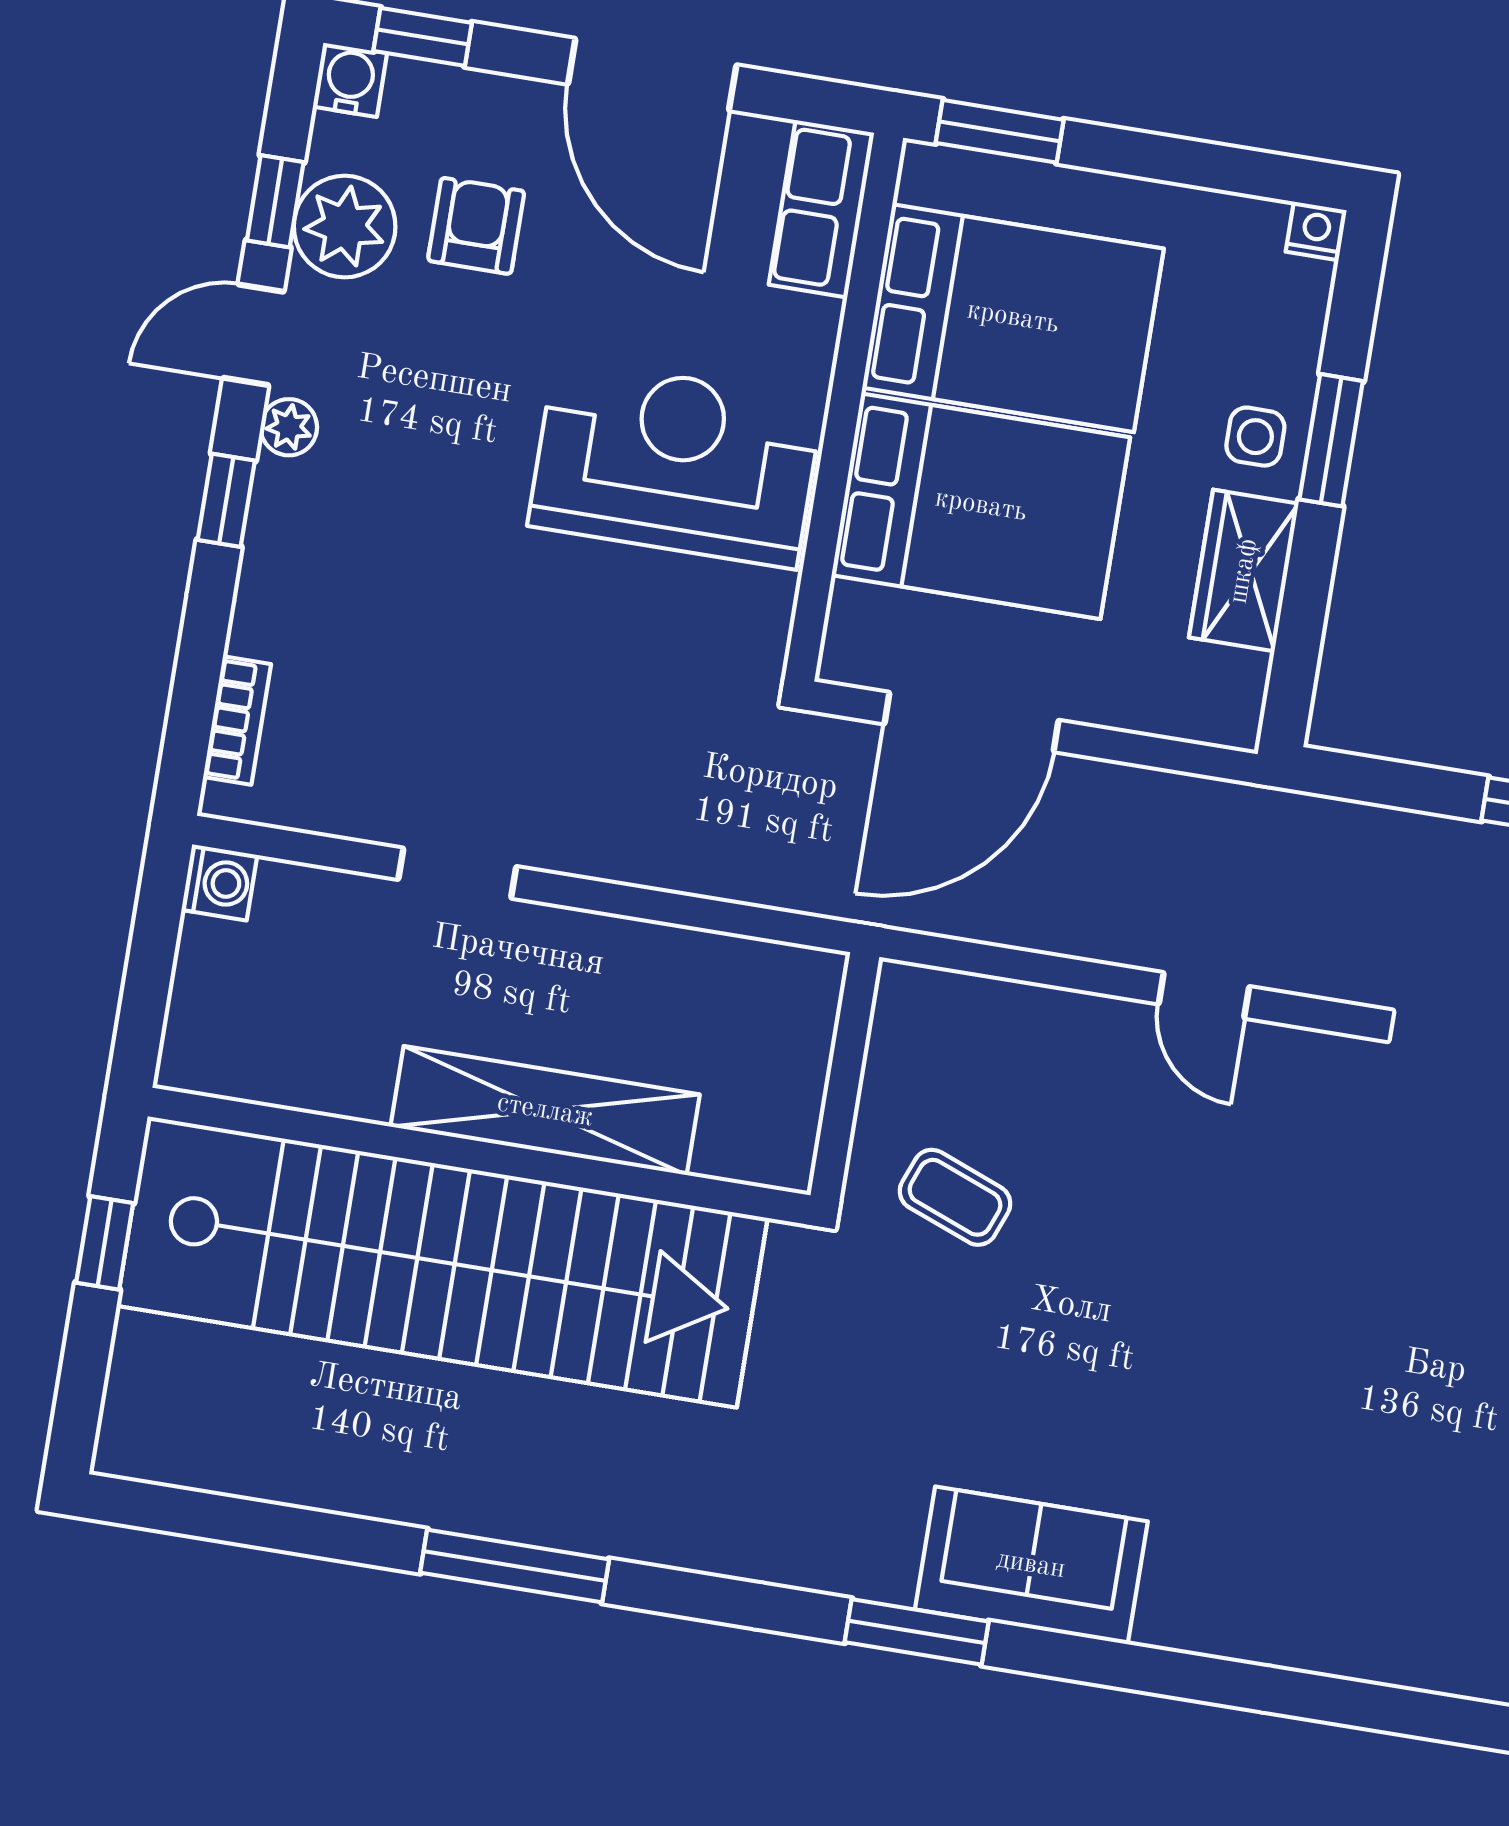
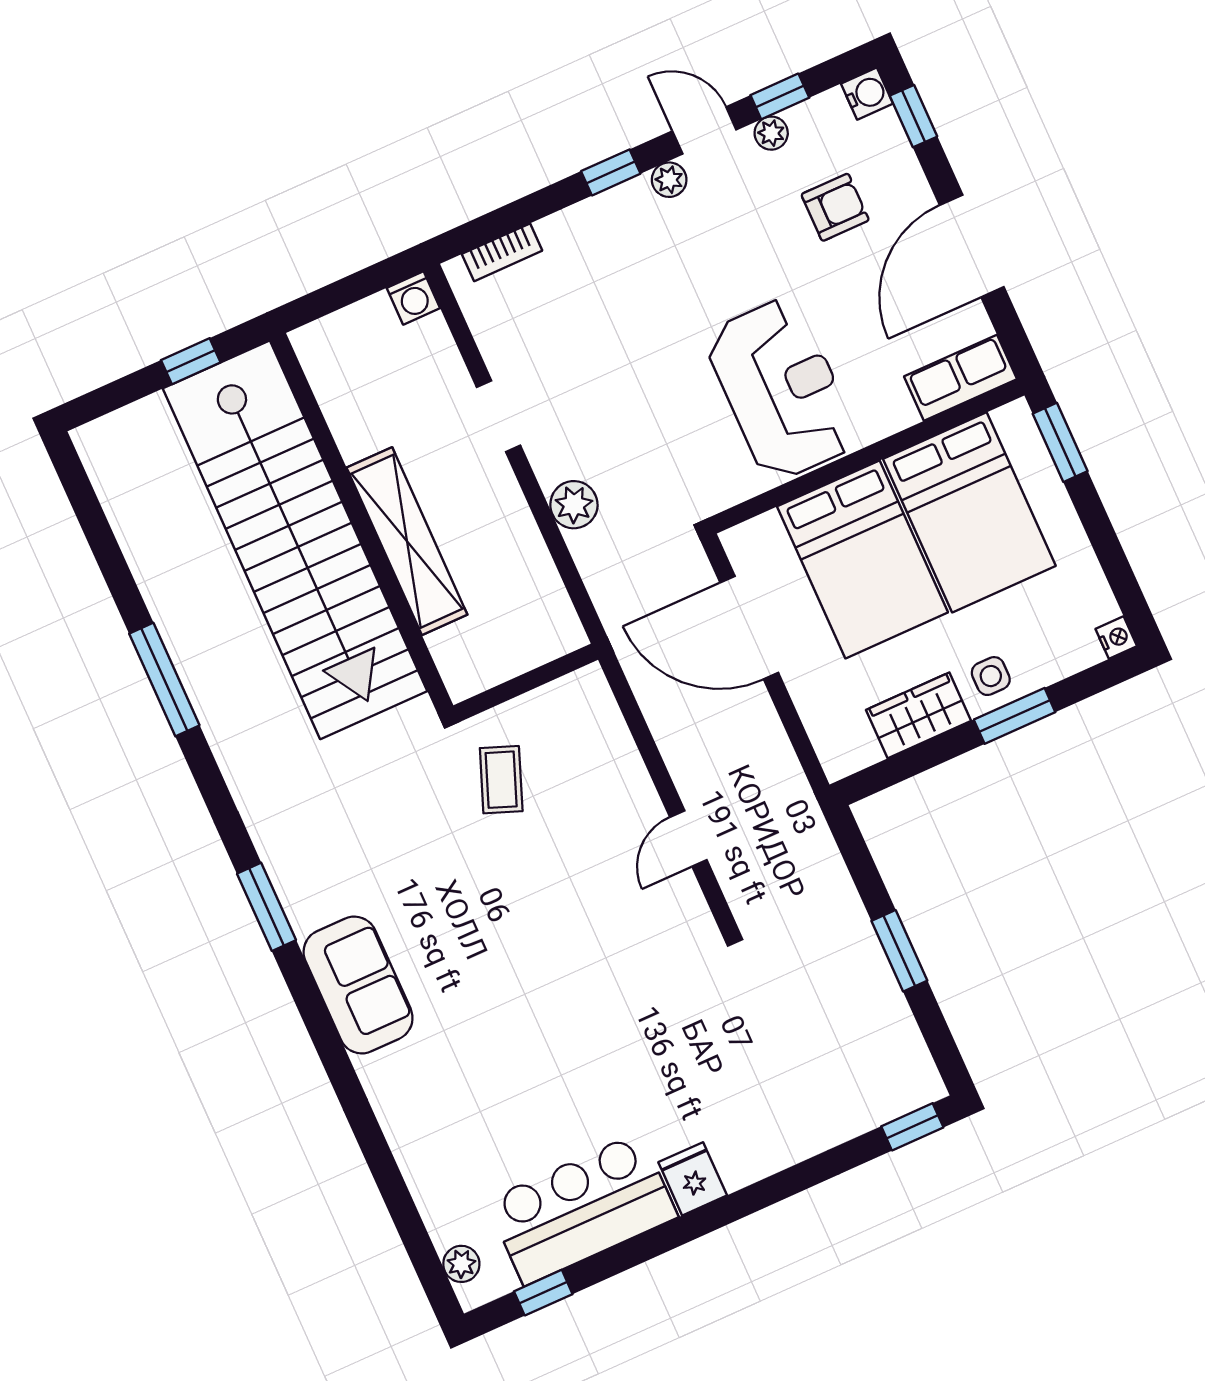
plant: (345, 227) -> (771, 133), width x0.53, depth x0.53
plant: (646, 850) -> (574, 505), added
sofa: (1031, 1565) -> (358, 985), moved

